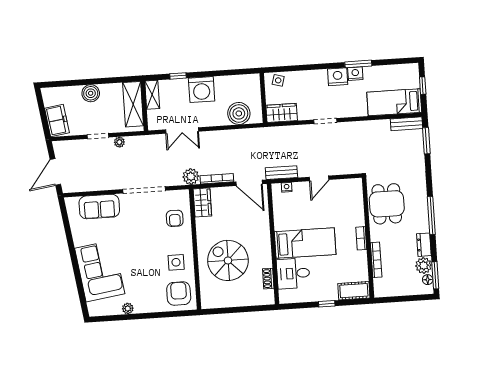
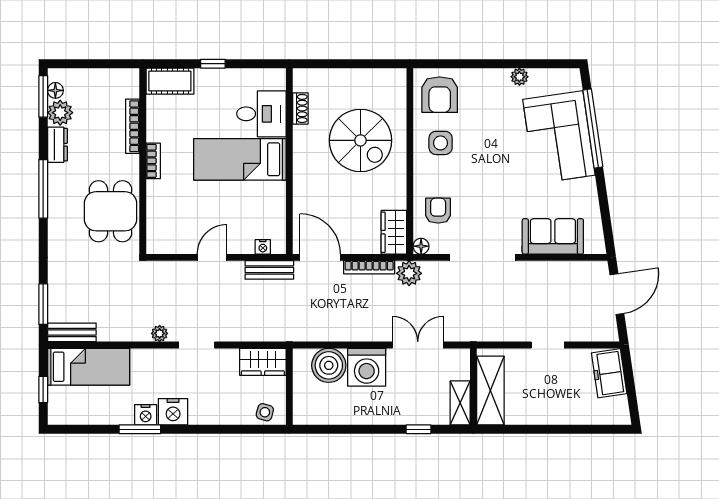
washing machine: (202, 90) -> (367, 367), moved, turned 180
boiler: (91, 93) -> (555, 412), removed
plant: (119, 142) -> (160, 333), moved
floor lamp: (184, 195) -> (421, 246), added
window: (78, 278) -> (593, 128), added

